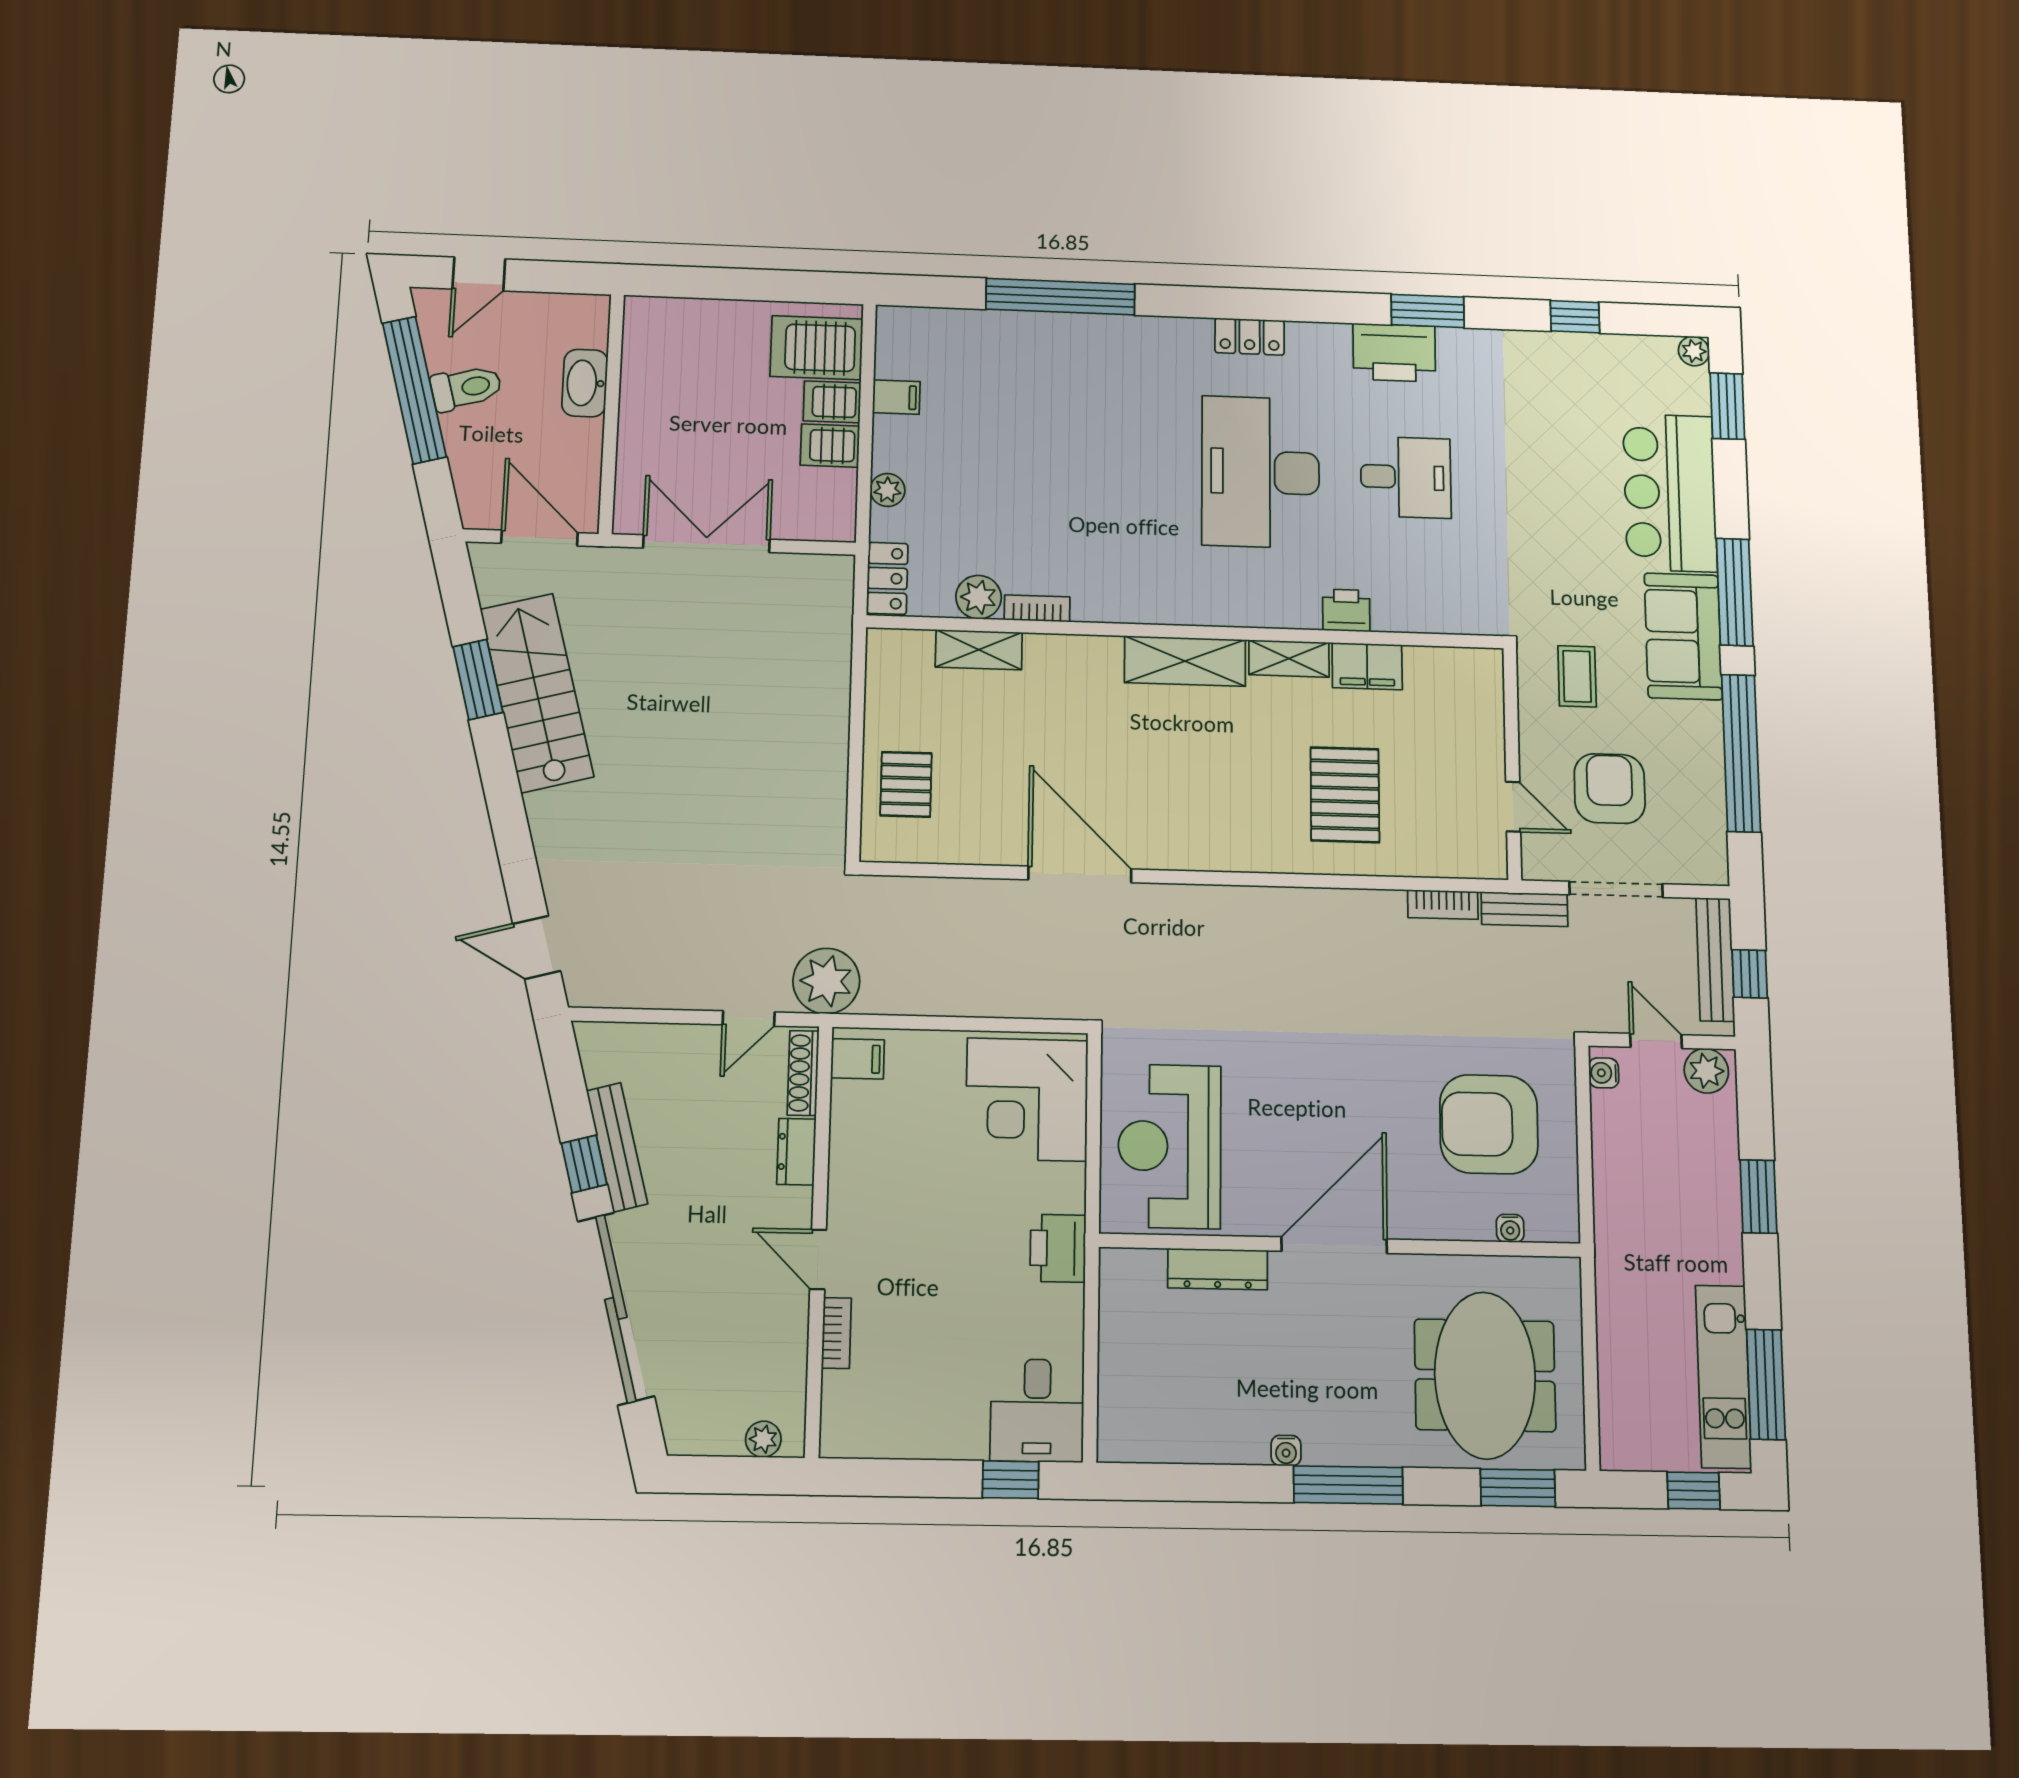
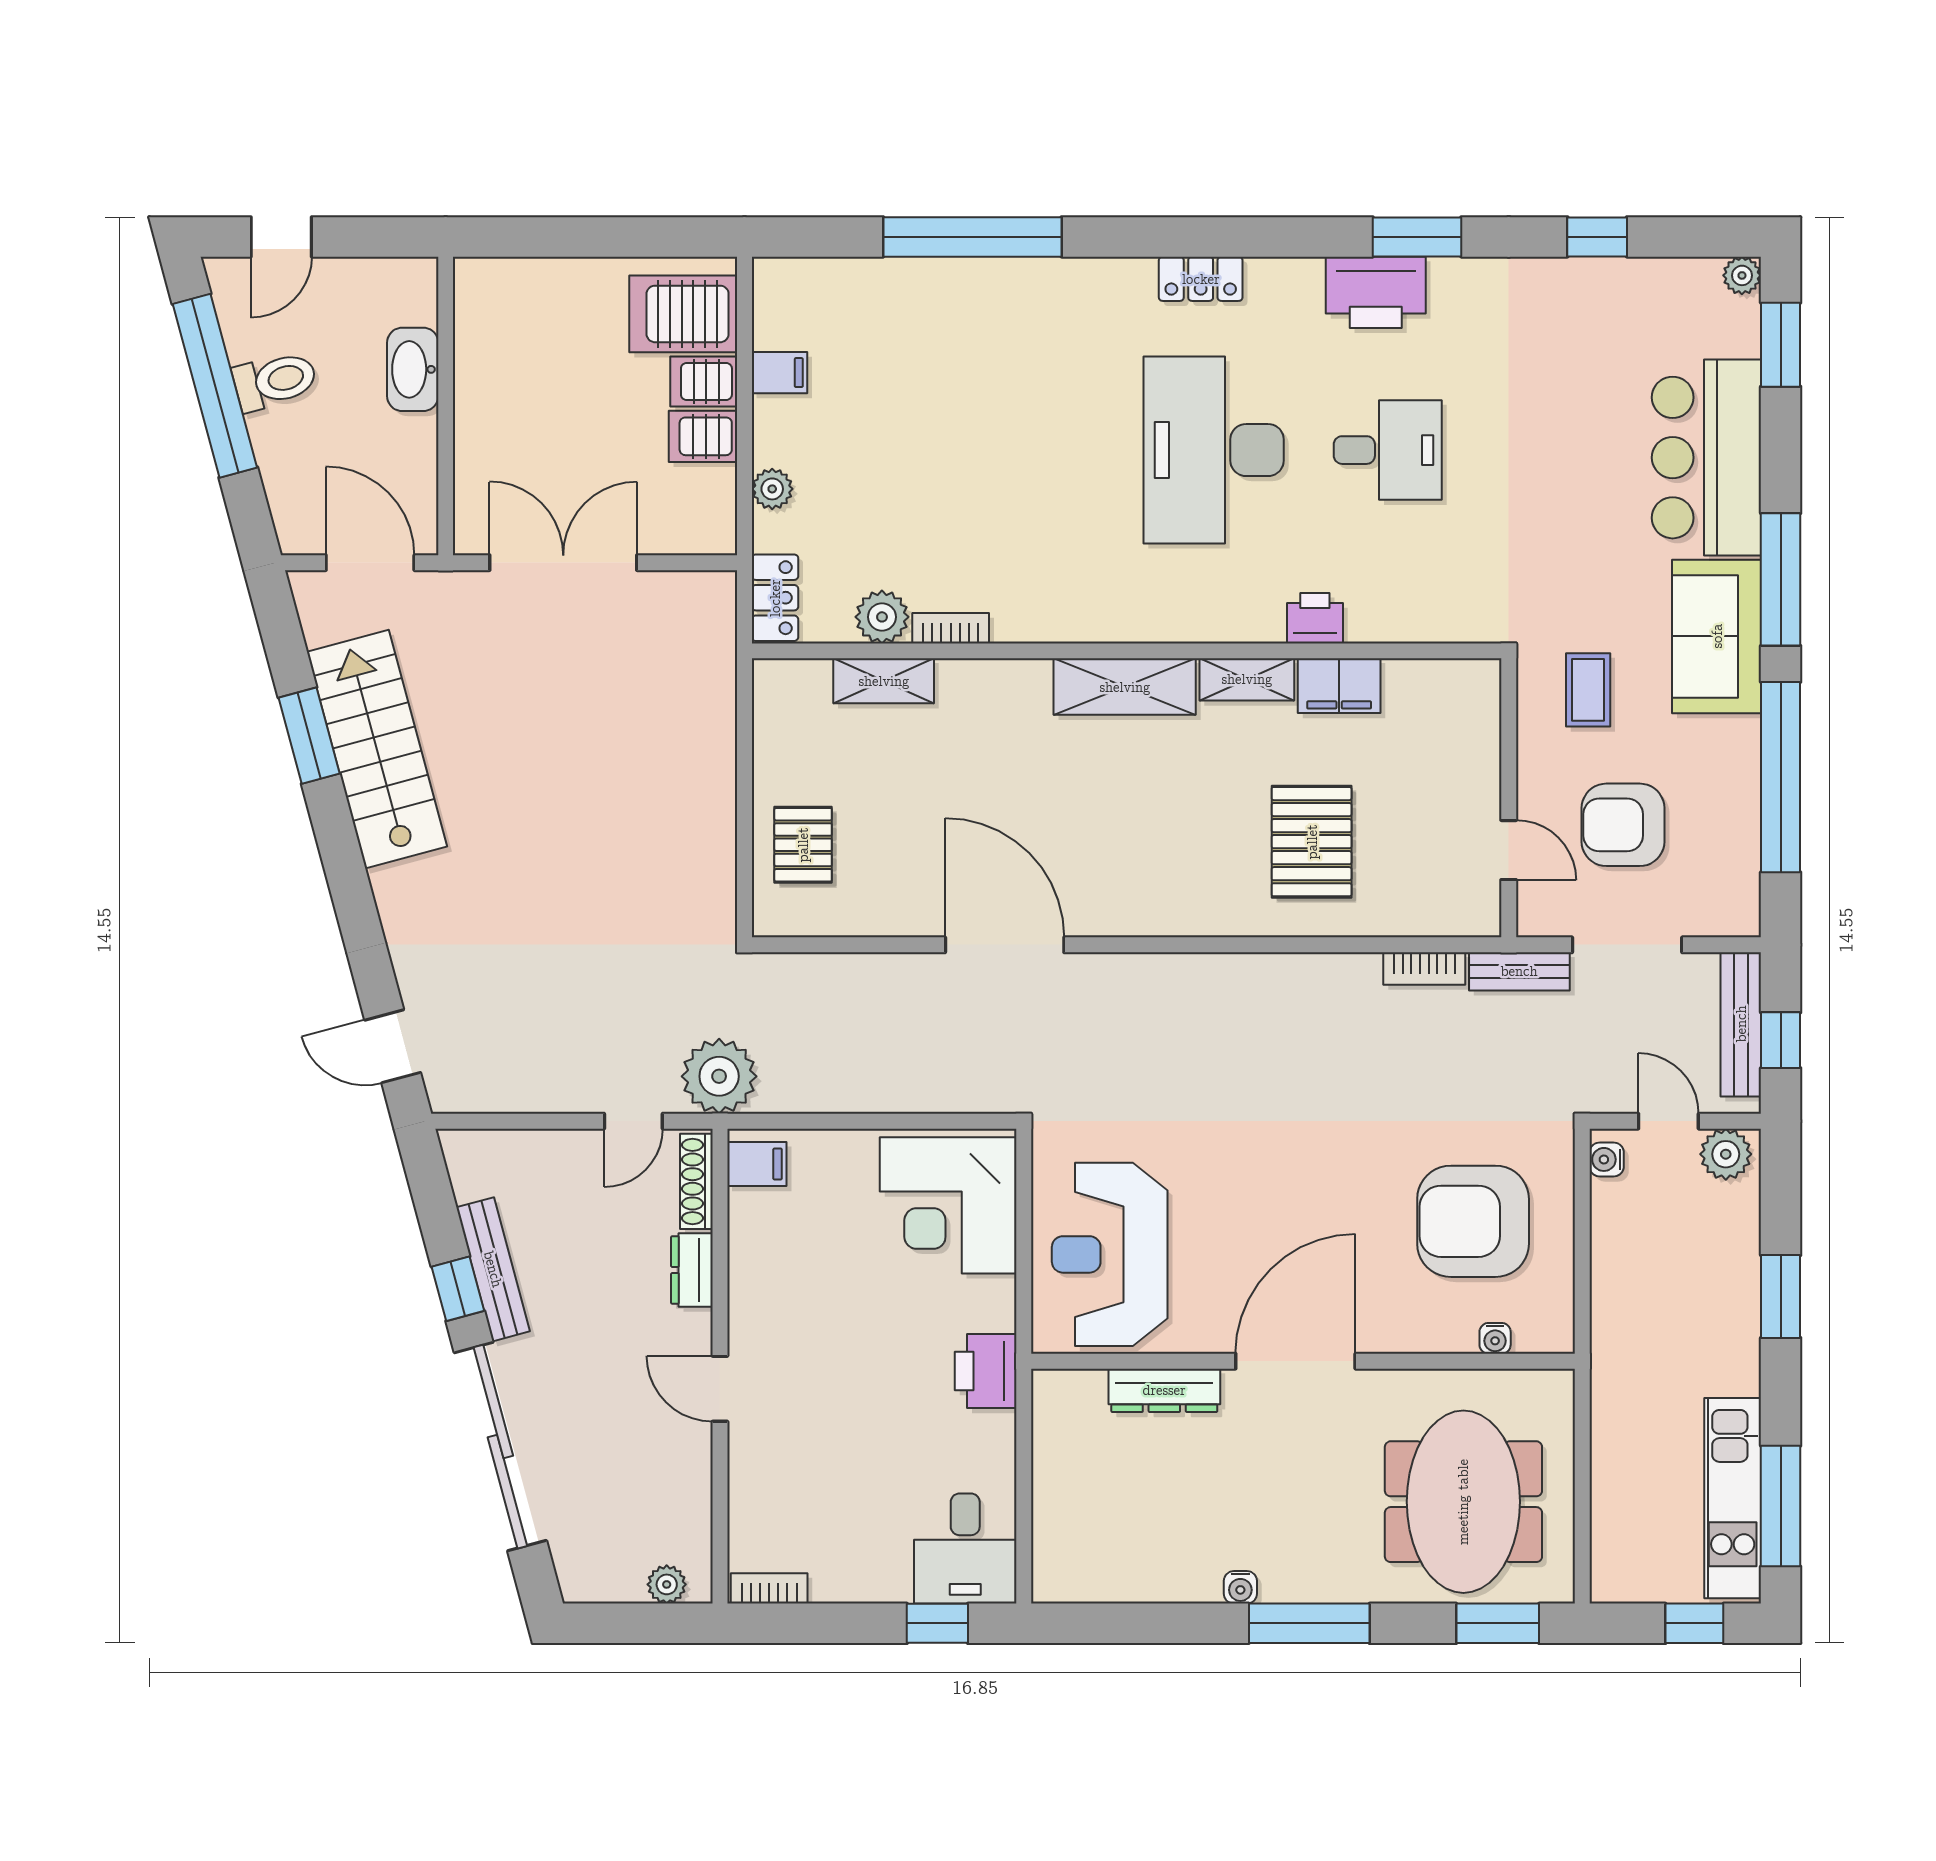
armchair: (1610, 789) -> (1623, 825), turned -90
bookcase: (836, 1333) -> (769, 1588), moved, turned -90

